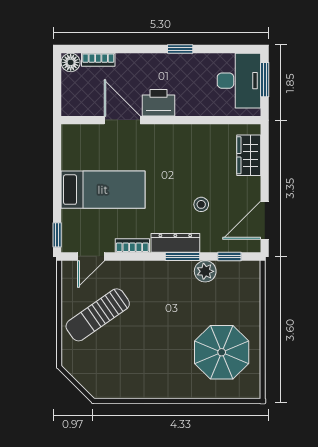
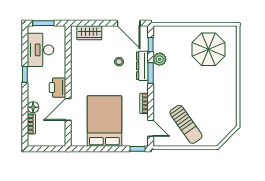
floor lamp: (71, 62) -> (33, 107), moved
desk: (239, 81) -> (41, 50), moved, turned -90
bed: (103, 190) -> (104, 121), width x1.50
dresser: (175, 243) -> (142, 66), moved

